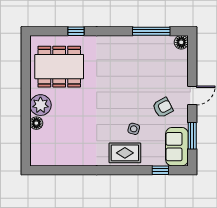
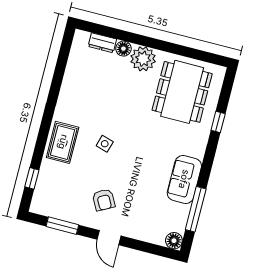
side table: (134, 129) -> (105, 144), moved
dresser: (36, 141) -> (102, 43), added
sofa: (177, 147) -> (184, 179), moved, turned -90

